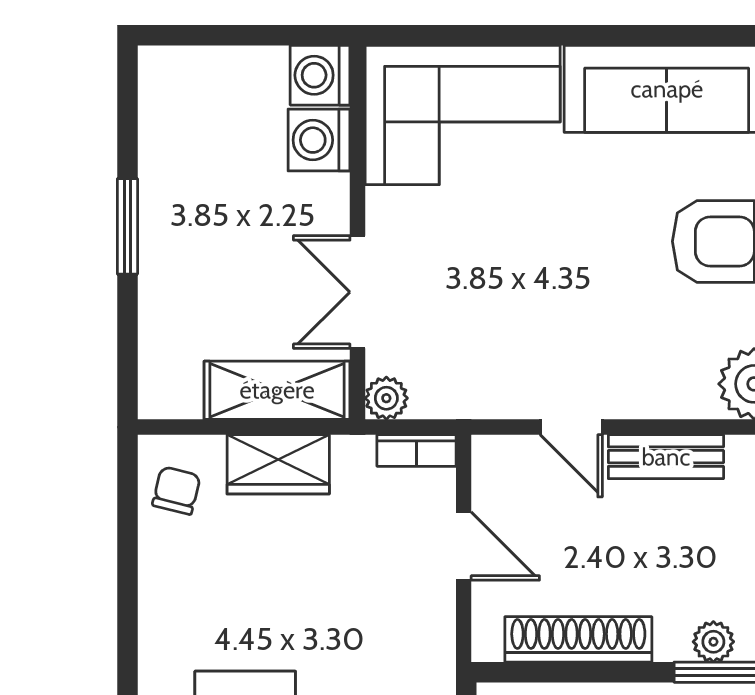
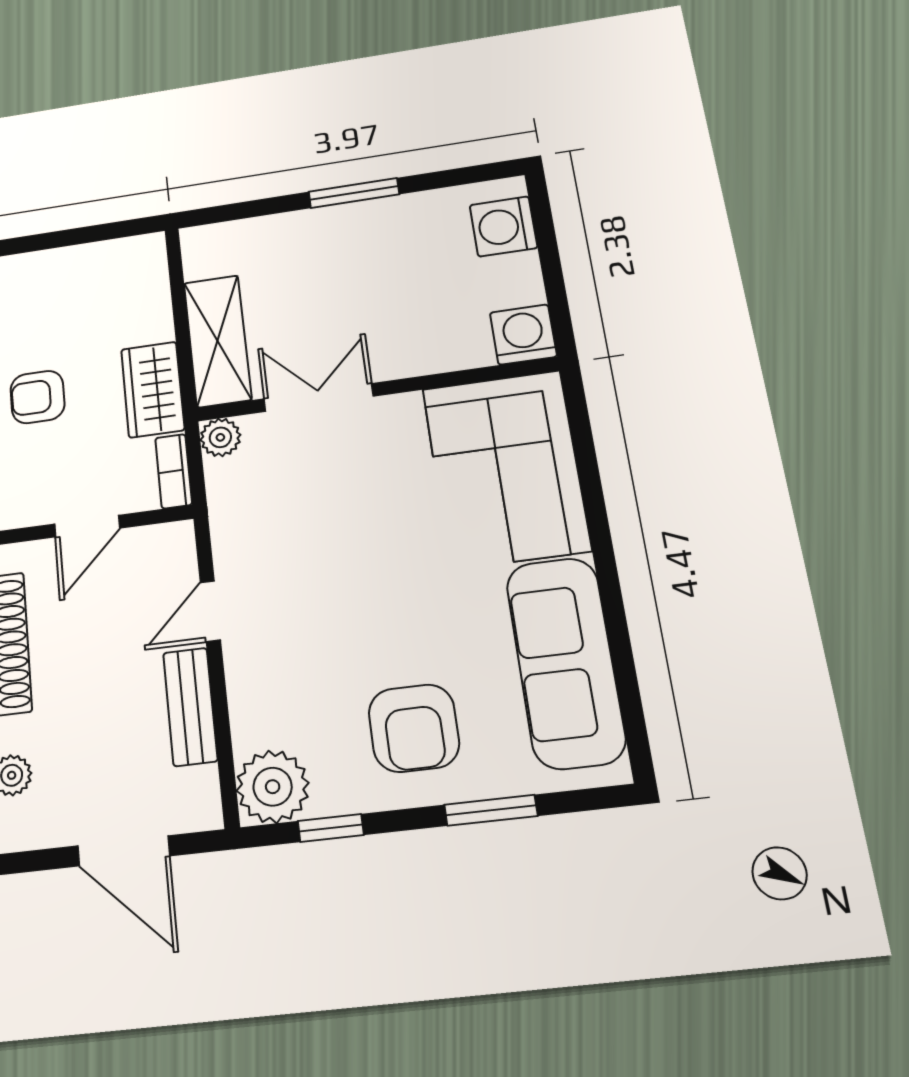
washing machine: (319, 140) -> (503, 226), moved, turned -90
wardrobe: (278, 464) -> (153, 390), moved
chair: (176, 491) -> (117, 270), removed
armchair: (311, 589) -> (38, 397), added

